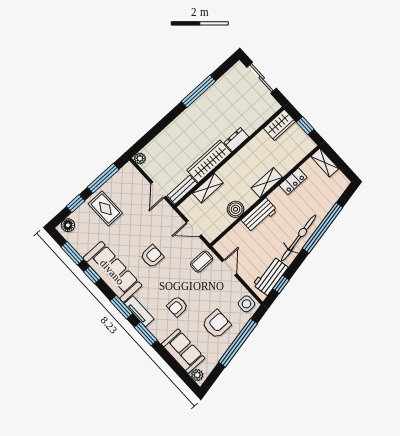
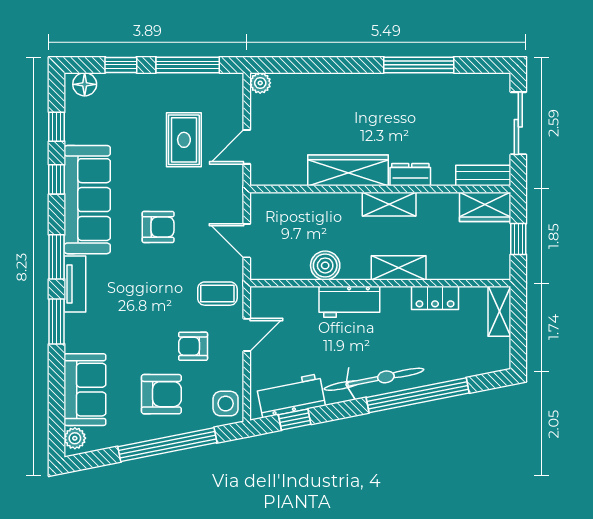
shelving: (208, 188) -> (389, 204), moved
bench: (182, 190) -> (483, 175), moved
rug: (105, 208) -> (184, 140), moved
window: (72, 253) -> (57, 127), width x0.67
armchair: (177, 306) -> (193, 346), moved

